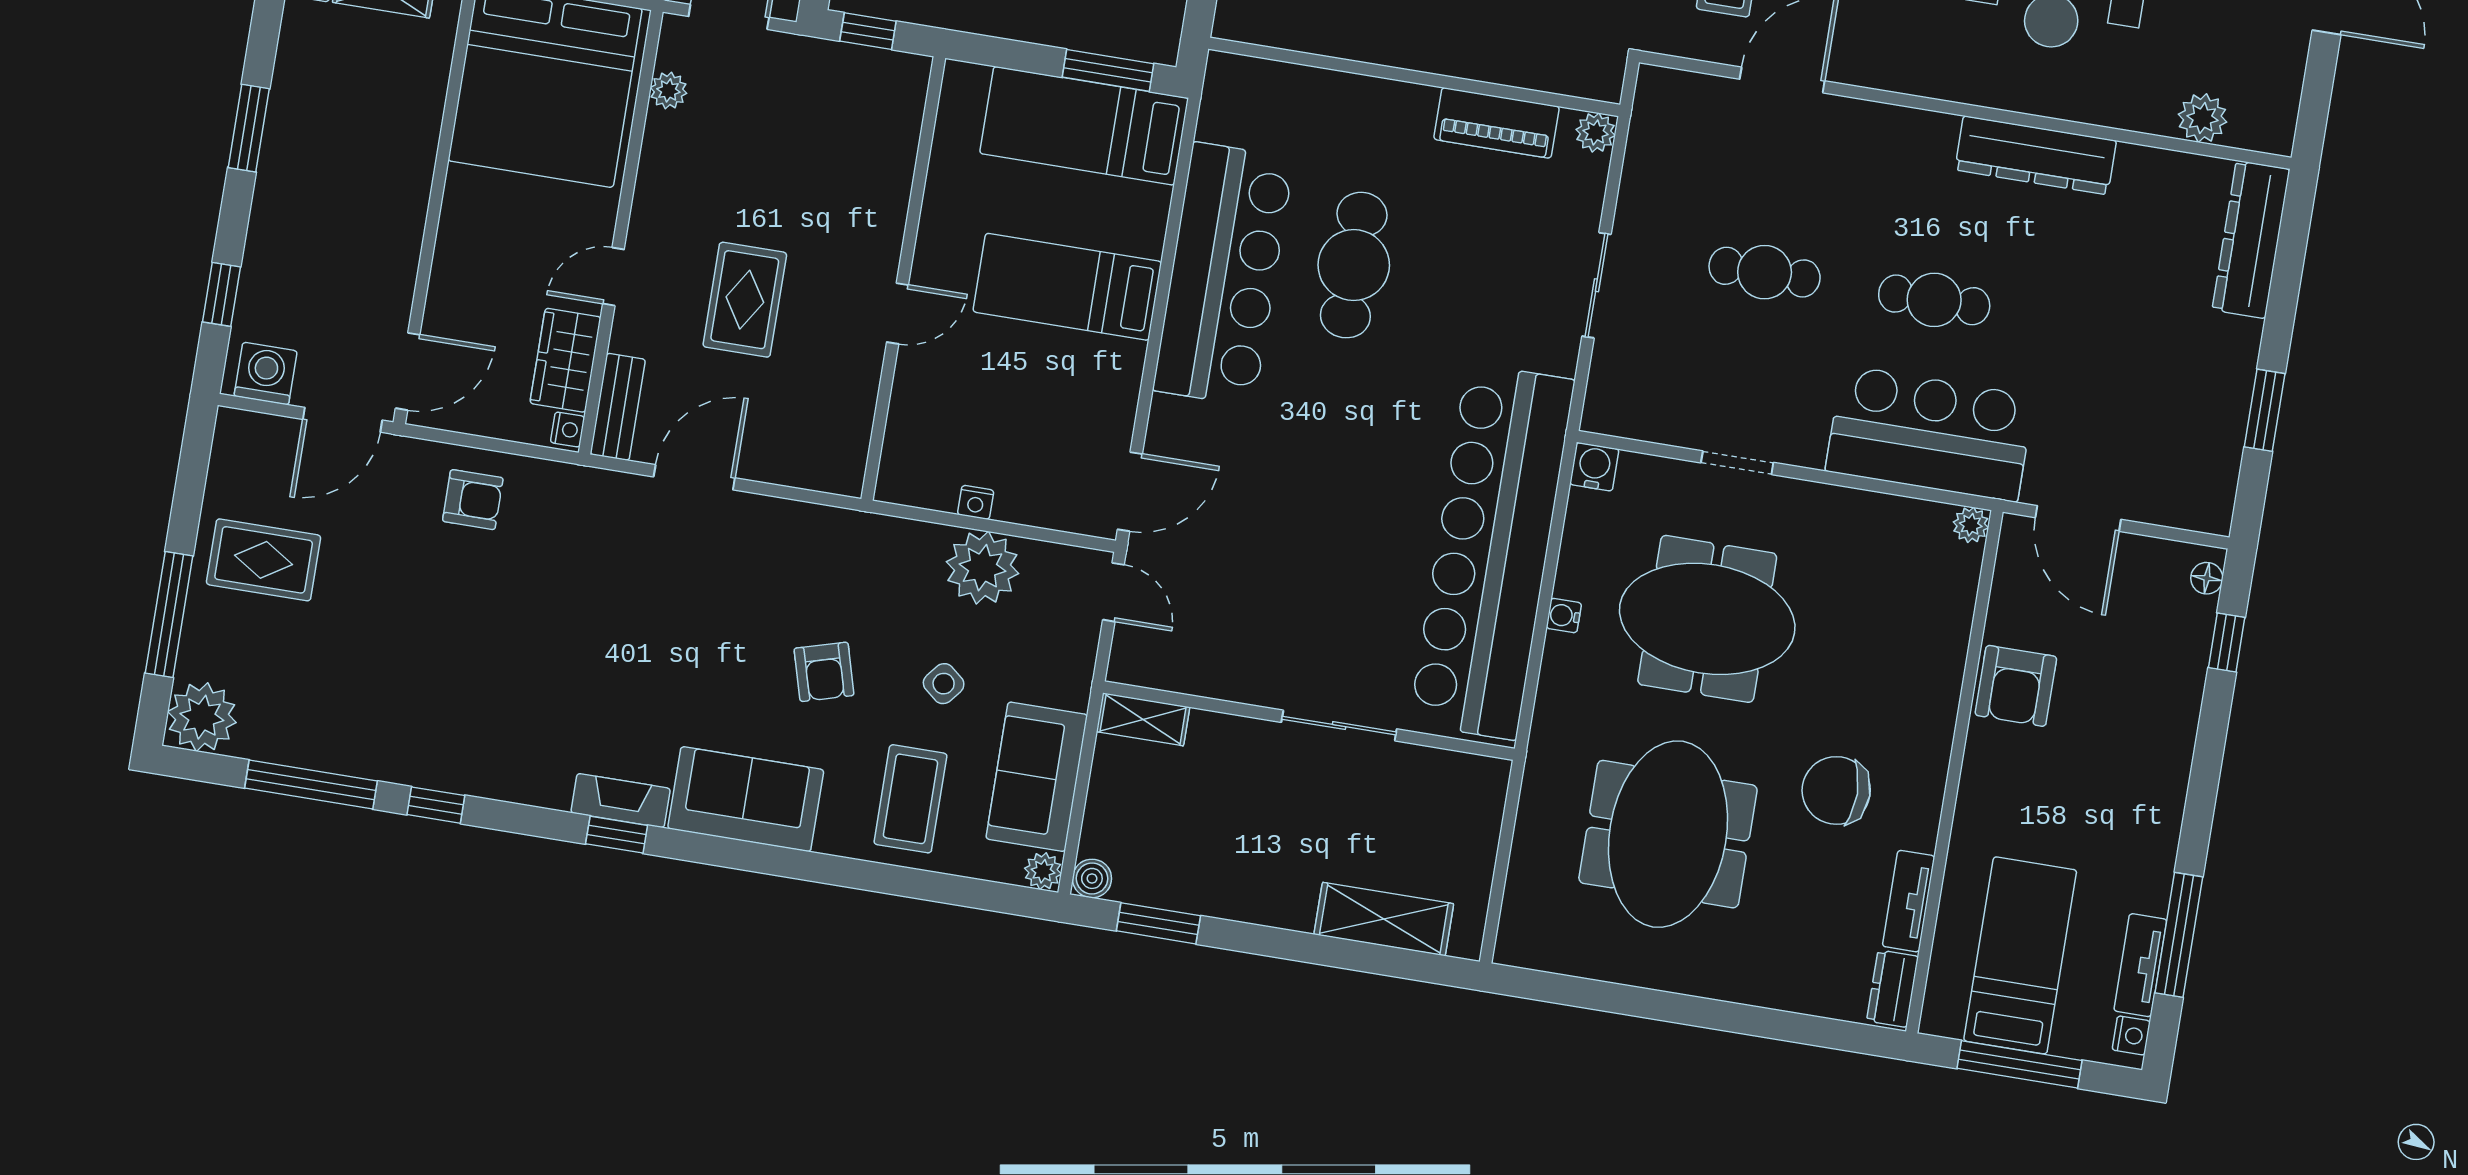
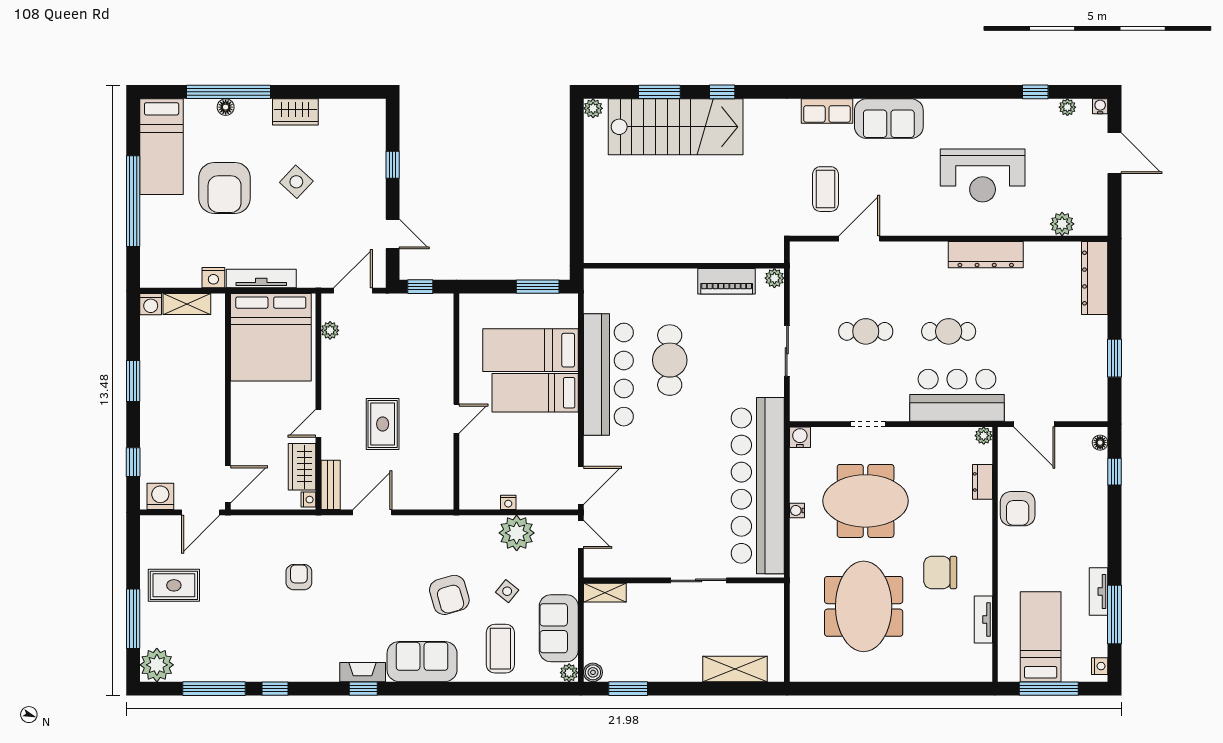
bed: (1084, 126) -> (531, 350), moved
armchair: (473, 500) -> (299, 577), moved, turned -90
armchair: (824, 672) -> (449, 595), width x1.38, depth x1.38
tv unit: (2140, 965) -> (1099, 591), moved
dresser: (1892, 989) -> (982, 482), moved

